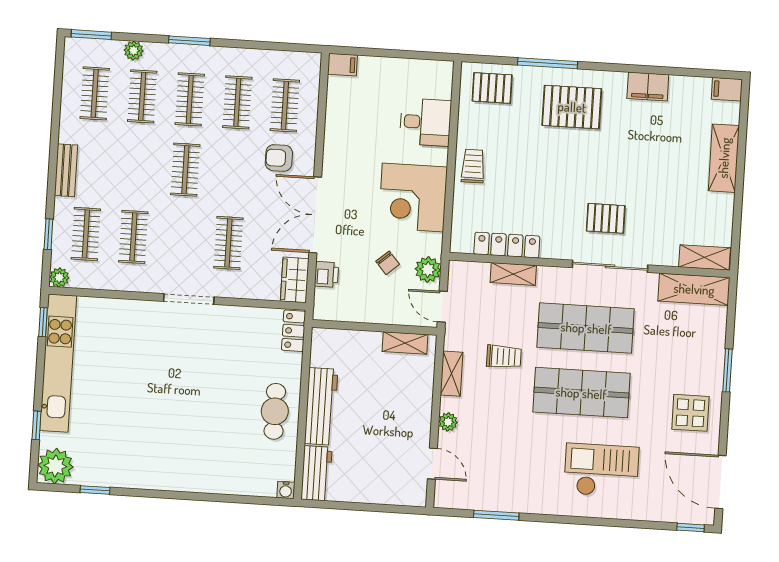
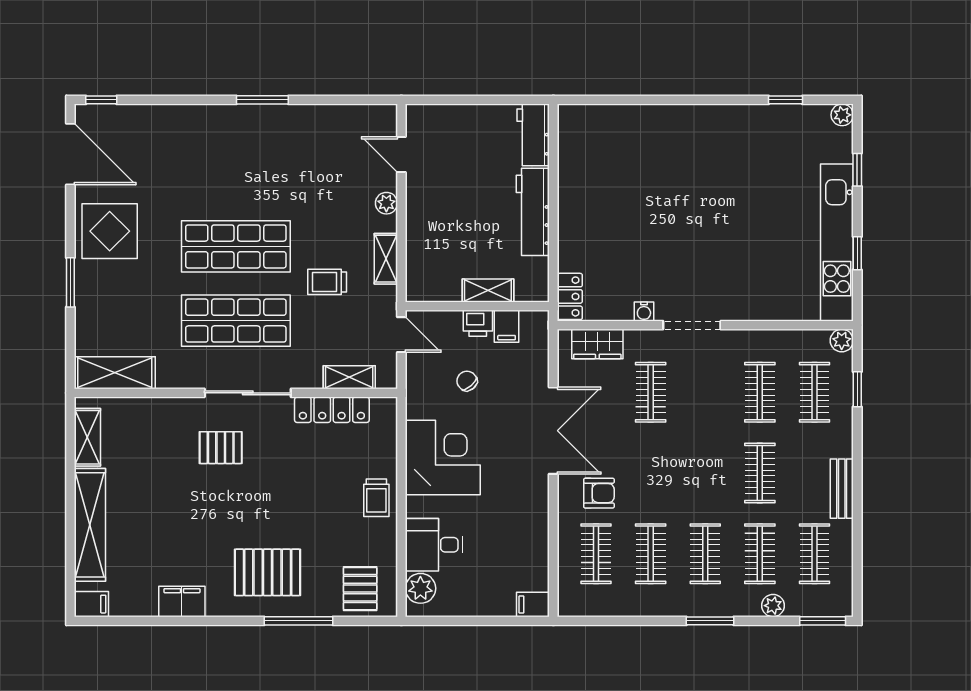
pallet: (492, 88) -> (360, 589), turned 90
shelving: (724, 158) -> (90, 525), width x1.47
bench: (66, 170) -> (842, 489), moved
clothes rail: (185, 170) -> (760, 473), moved
shelving: (705, 257) -> (87, 437), moved, turned 90
sliding door: (610, 266) -> (248, 393), moved
plant: (428, 270) -> (420, 588), moved
printer: (327, 274) -> (478, 323), moved, turned -90
shelving: (513, 274) -> (349, 377), moved
wardrobe: (295, 280) -> (597, 344), moved, turned 90
filing cabinet: (350, 308) -> (507, 326), added
window: (43, 322) -> (857, 253), moved
shelving: (405, 343) -> (488, 290), moved
cafe table: (275, 411) -> (585, 203), removed
display table: (690, 413) -> (110, 231), width x1.36, depth x1.36
plant: (55, 466) -> (842, 115), width x0.53, depth x0.53
checkout: (601, 470) -> (208, 159), removed
water cooler: (286, 490) -> (644, 311), moved, turned 180
window: (496, 515) -> (262, 100), moved

